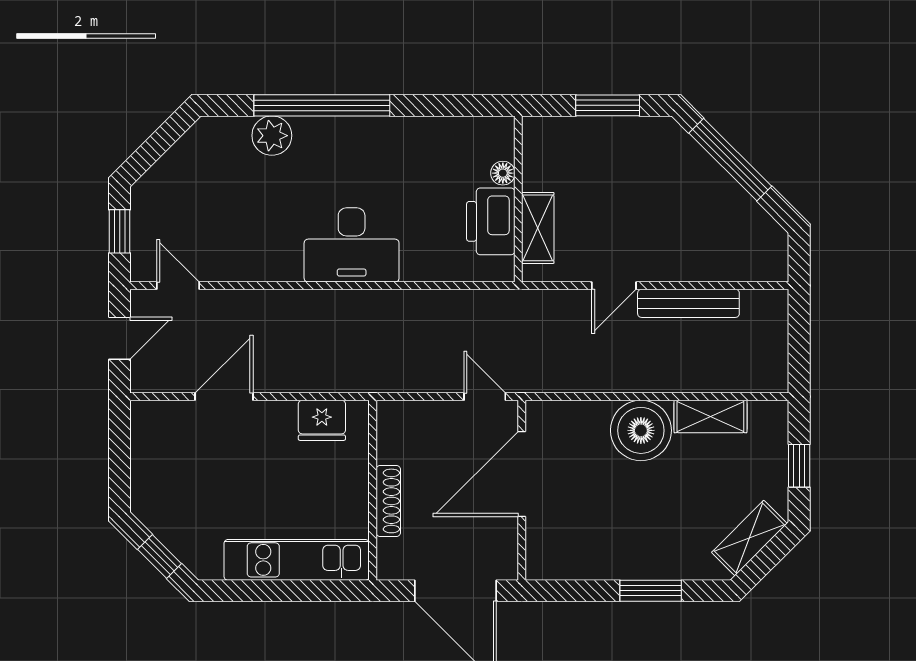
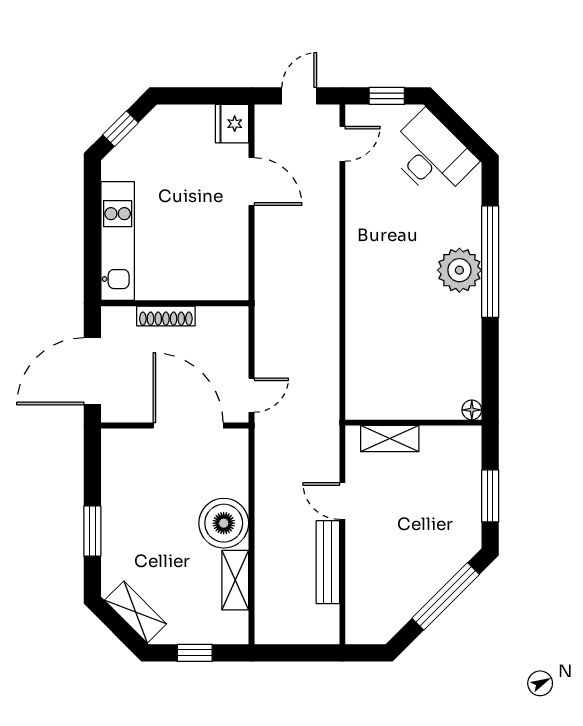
plant: (272, 136) -> (459, 270), moved, width x1.36, depth x1.36
floor lamp: (503, 173) -> (472, 410), moved
printer: (491, 221) -> (395, 400), removed
desk: (352, 245) -> (431, 155), moved, turned 135
door: (120, 338) -> (299, 96), swing flipped
fridge: (322, 420) -> (232, 124), moved

